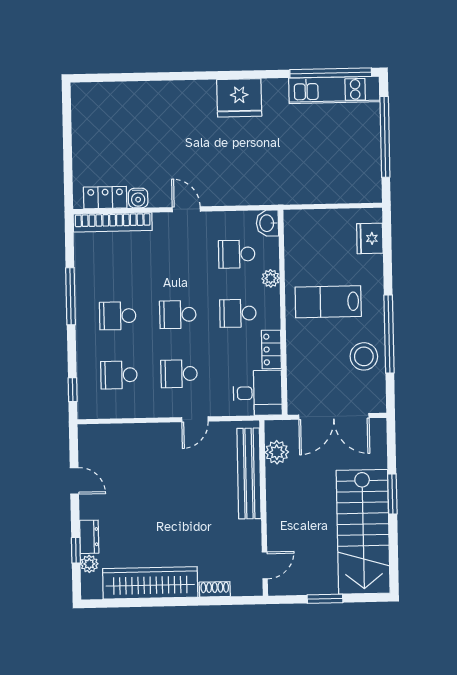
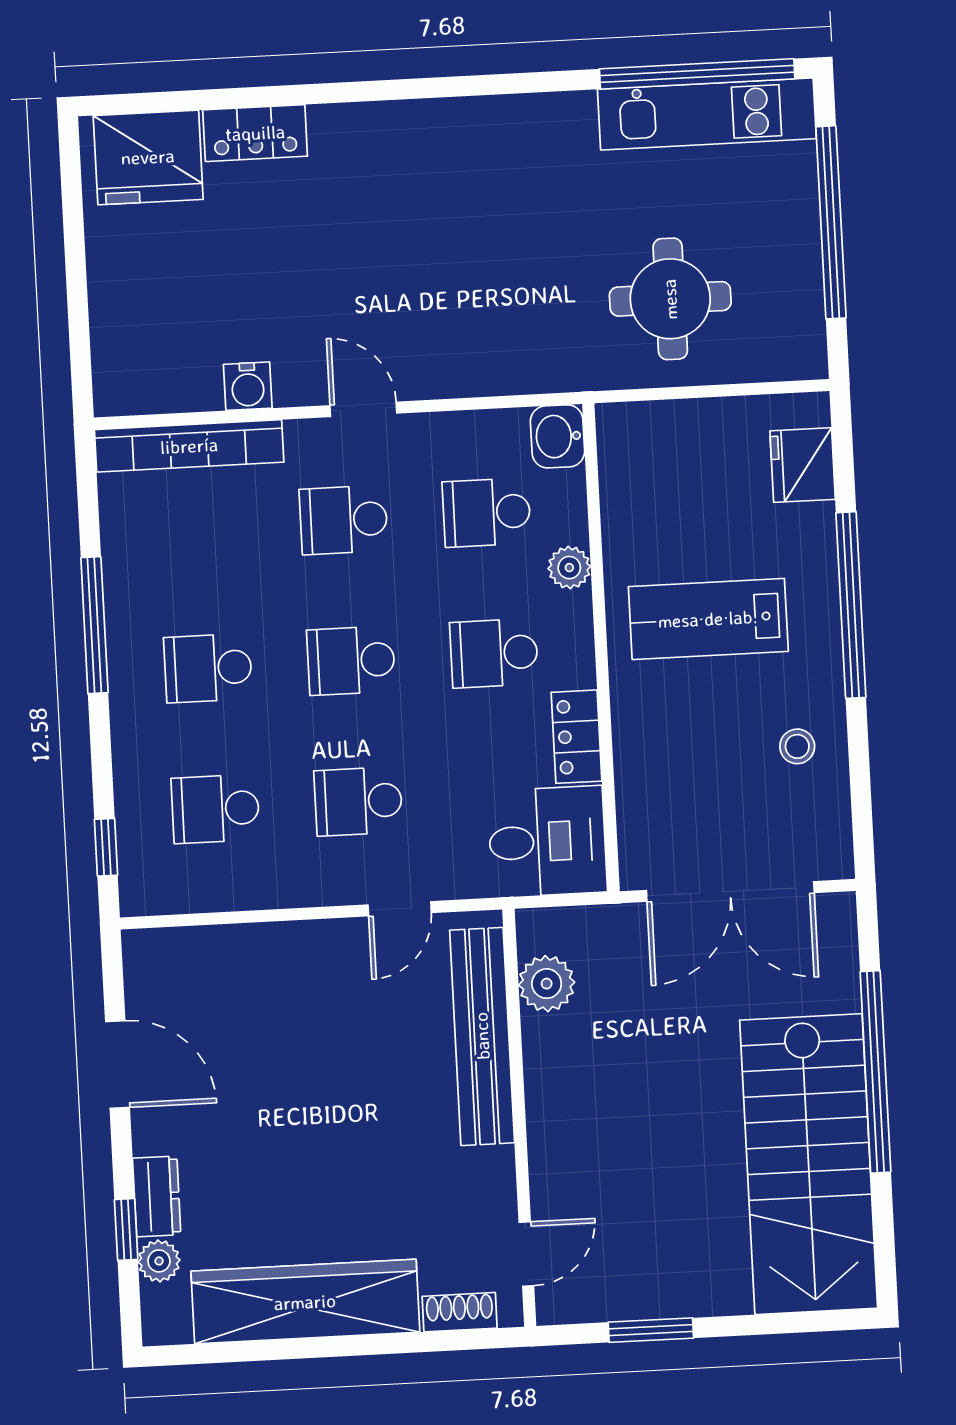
fridge: (239, 98) -> (148, 157), moved
round table: (316, 167) -> (670, 299), added
locker: (105, 198) -> (255, 133), moved, turned 180
school desk: (177, 255) -> (344, 520), added
window: (389, 334) -> (851, 605), moved
stool: (364, 356) -> (797, 746), width x0.53, depth x0.53
plant: (277, 452) -> (547, 984), moved
bench: (249, 473) -> (482, 1036), moved
door: (74, 481) -> (117, 1064), width x1.38
window: (392, 494) -> (875, 1072), width x2.11
wall: (264, 508) -> (519, 1118), moved
door: (265, 565) -> (526, 1254), moved
window: (325, 599) -> (651, 1330), moved

